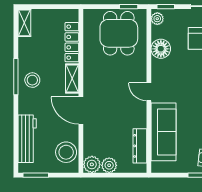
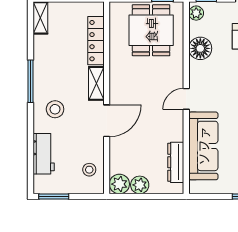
stool: (32, 80) -> (55, 109), moved
door: (149, 92) -> (186, 99), hinge flipped
door: (81, 110) -> (107, 121), swing flipped
workbench: (27, 139) -> (44, 154), width x0.73
stool: (66, 152) -> (89, 170), width x0.53, depth x0.53

